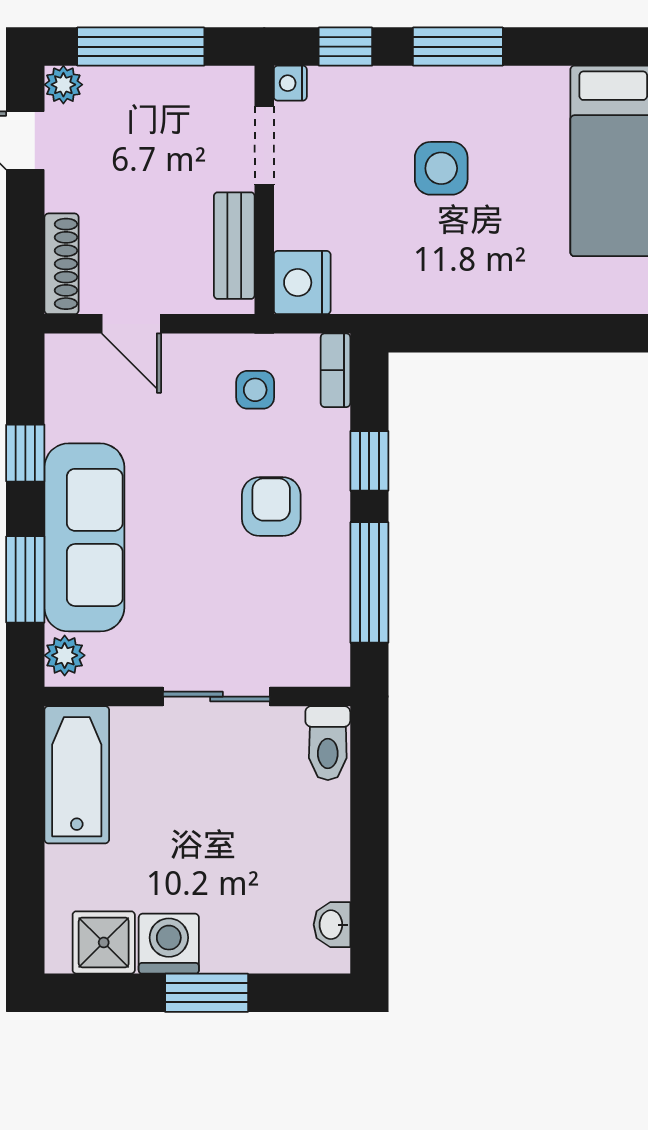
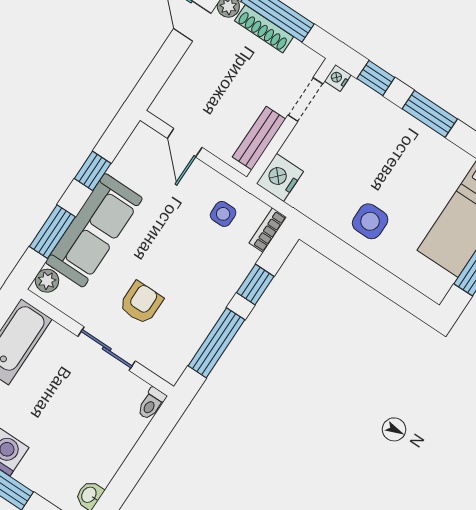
side table: (441, 168) -> (370, 221), moved
shoe rack: (62, 264) -> (264, 29), moved, turned 90
armchair: (271, 507) -> (141, 303), moved
toilet: (328, 743) -> (151, 404), width x0.73, depth x0.72

